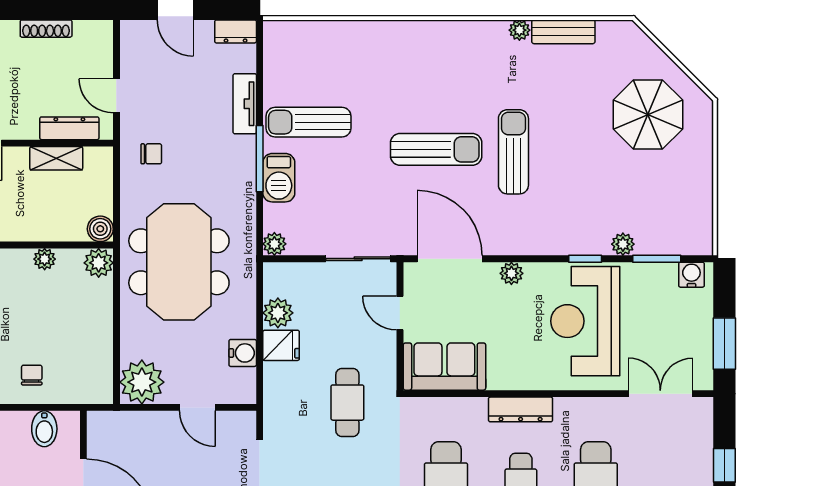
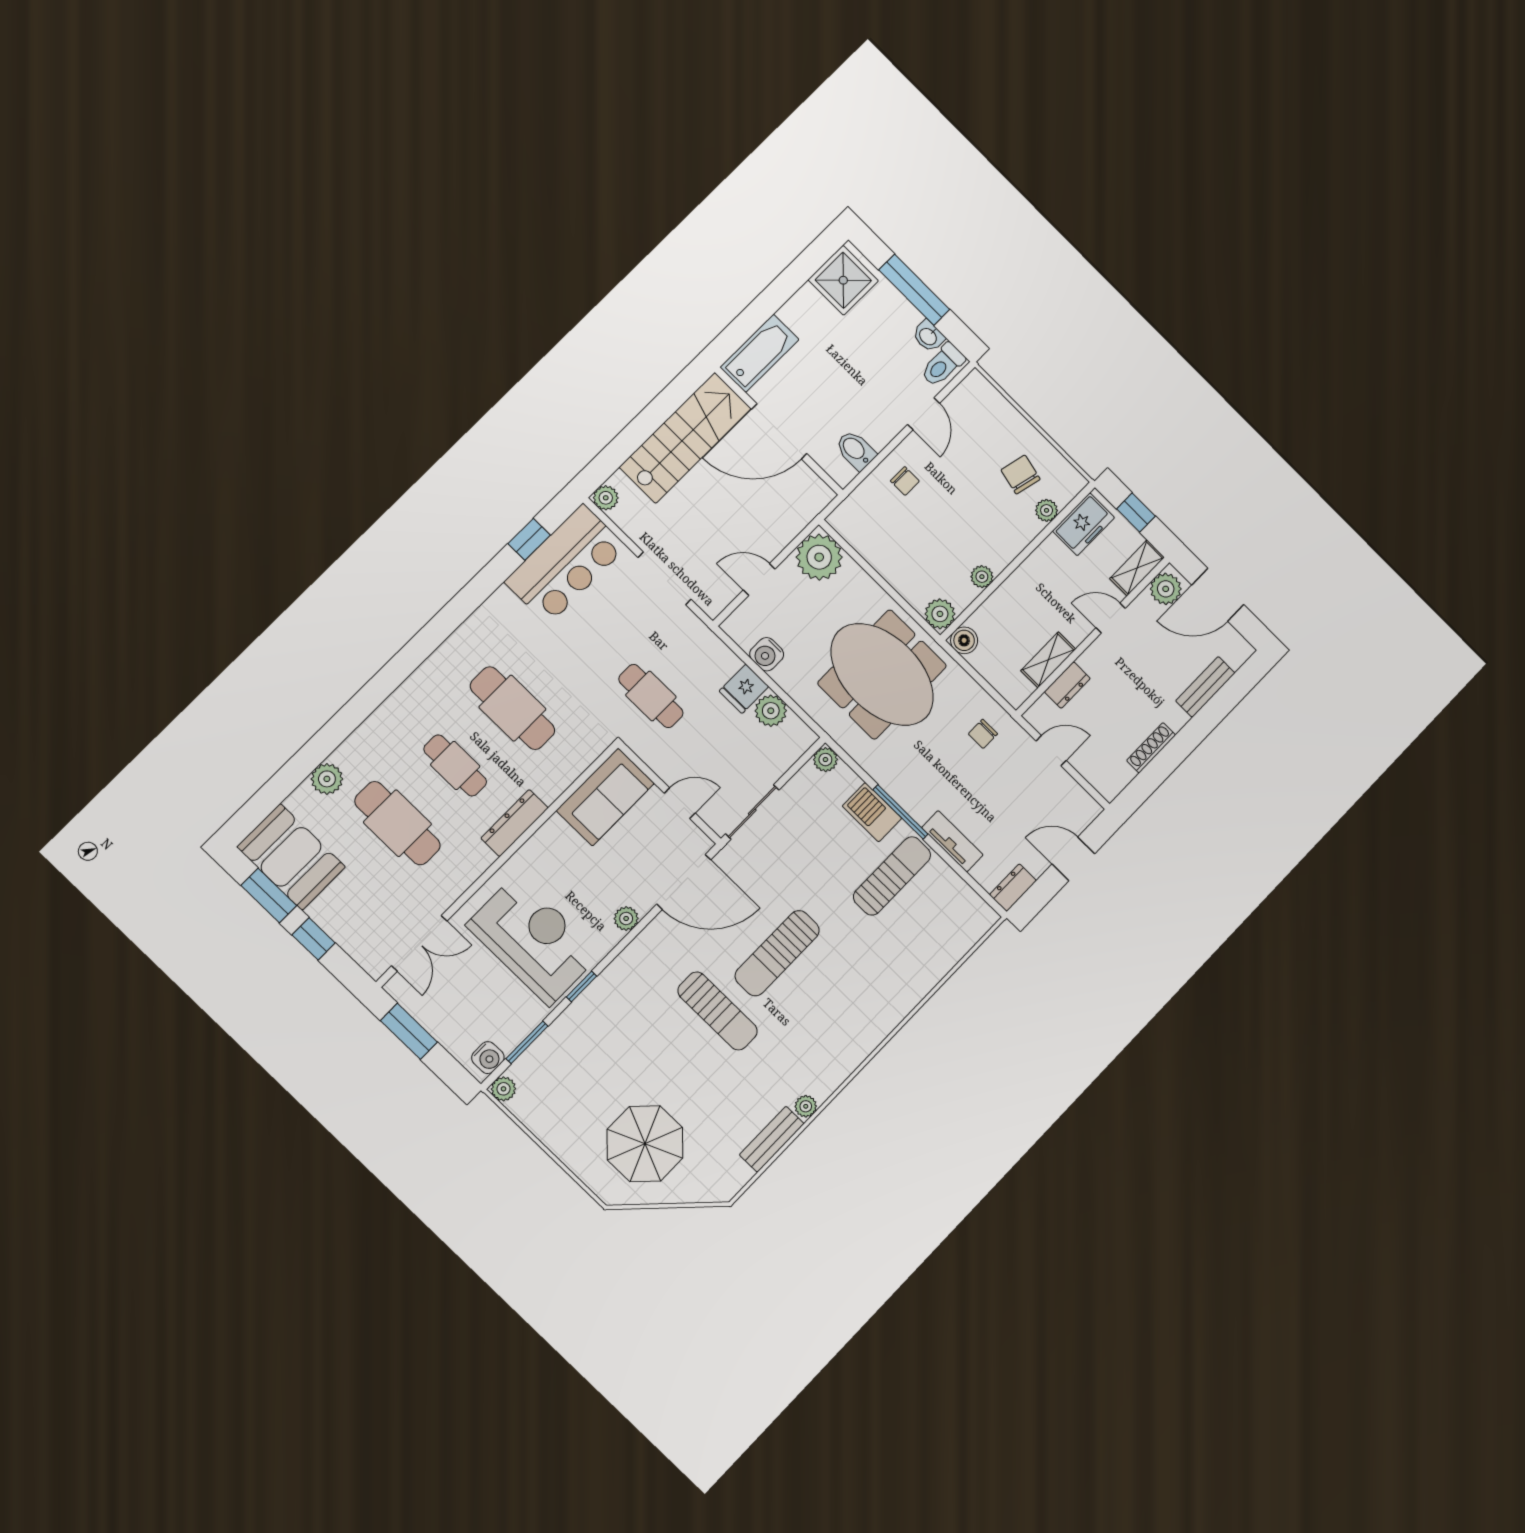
dresser: (69, 128) -> (1067, 685), width x0.70
plant: (623, 244) -> (503, 1089), moved

